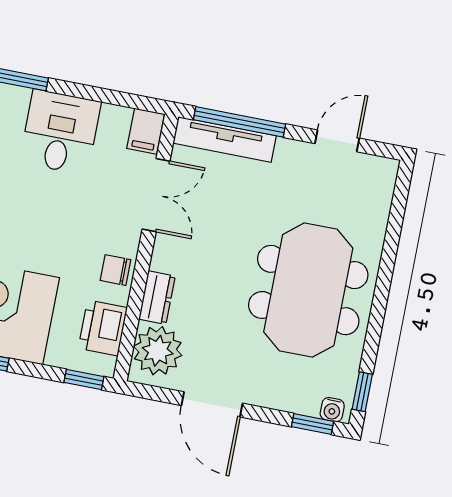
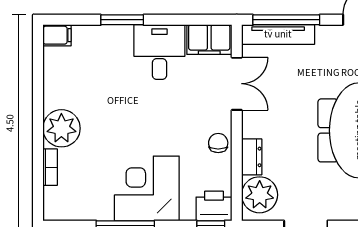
filing cabinet: (146, 131) -> (209, 39), width x2.00
chair: (116, 270) -> (218, 143), turned 90
printer: (103, 328) -> (214, 206), moved, turned 90

